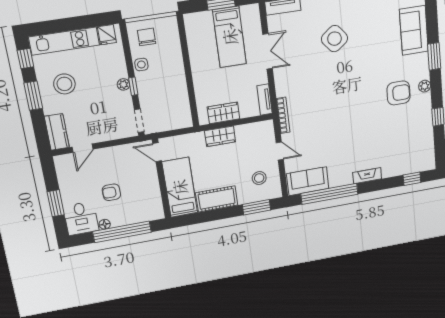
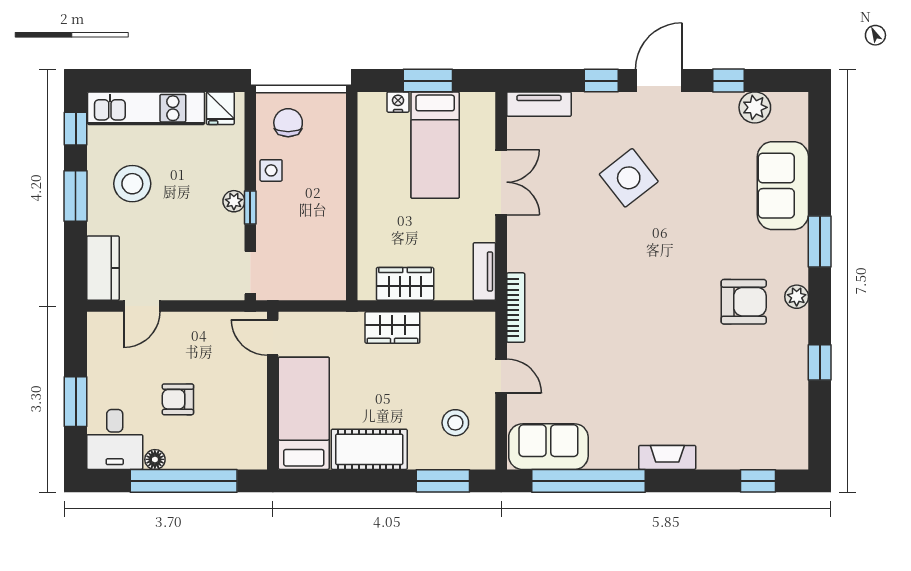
nightstand: (206, 16) -> (398, 102), added

